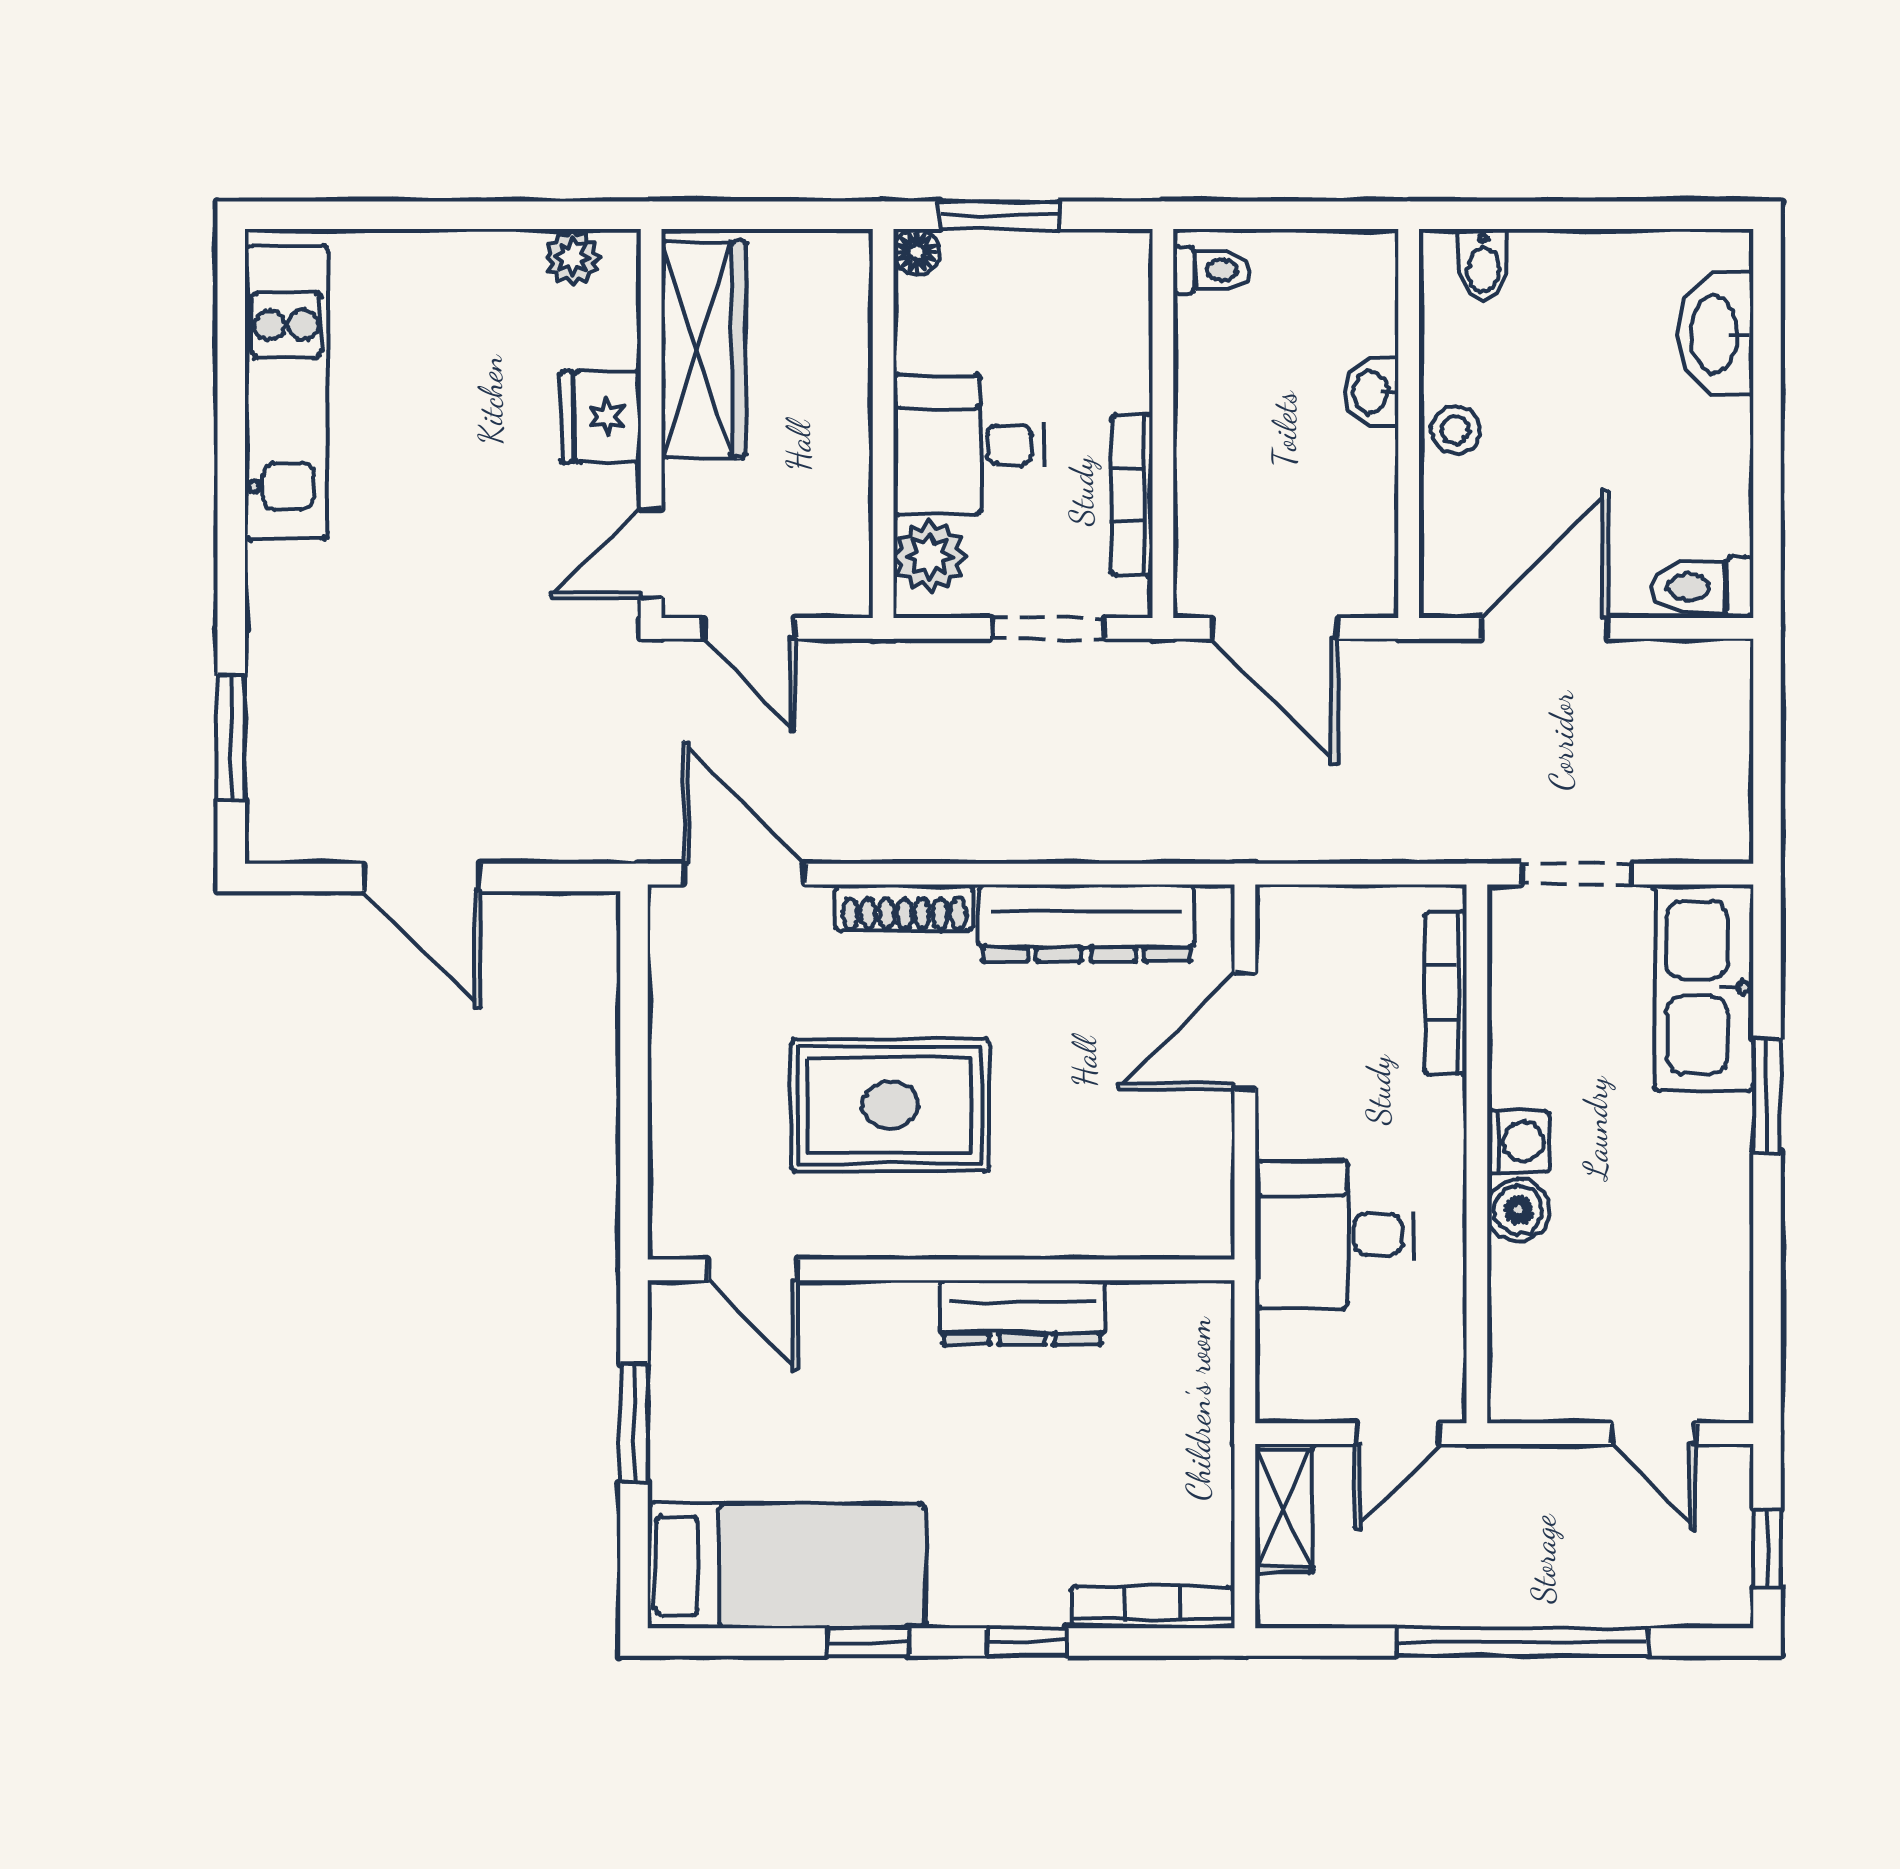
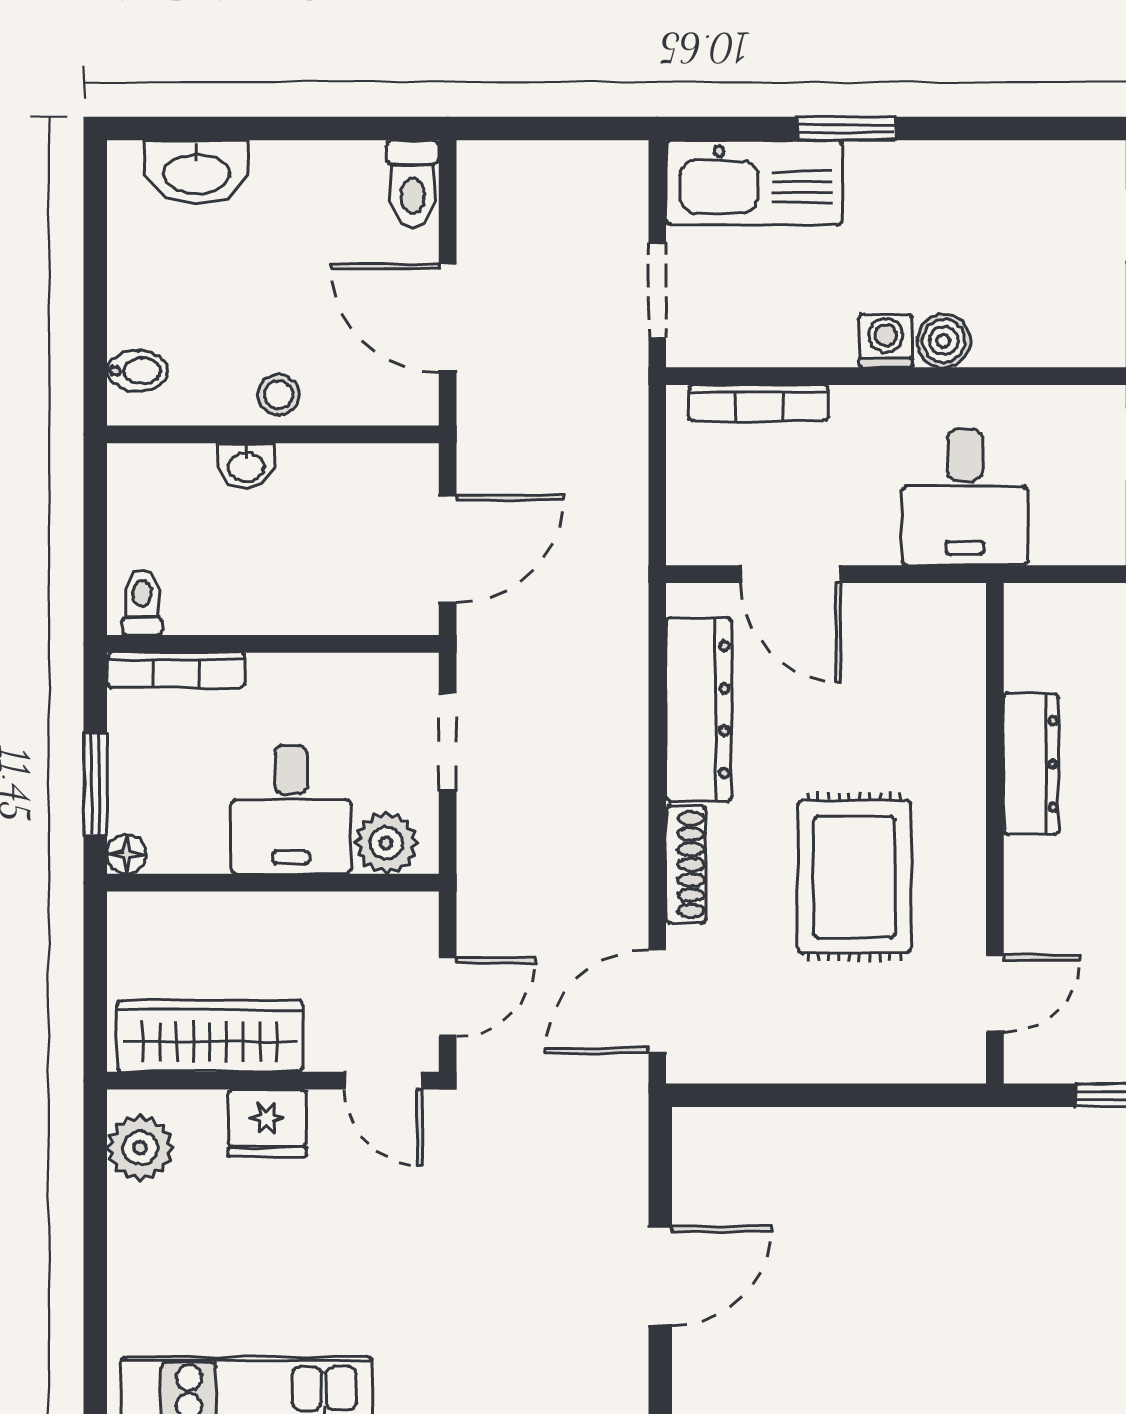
plant: (572, 257) -> (140, 1148), width x1.38, depth x1.38
bookcase: (1132, 495) -> (176, 670), moved

